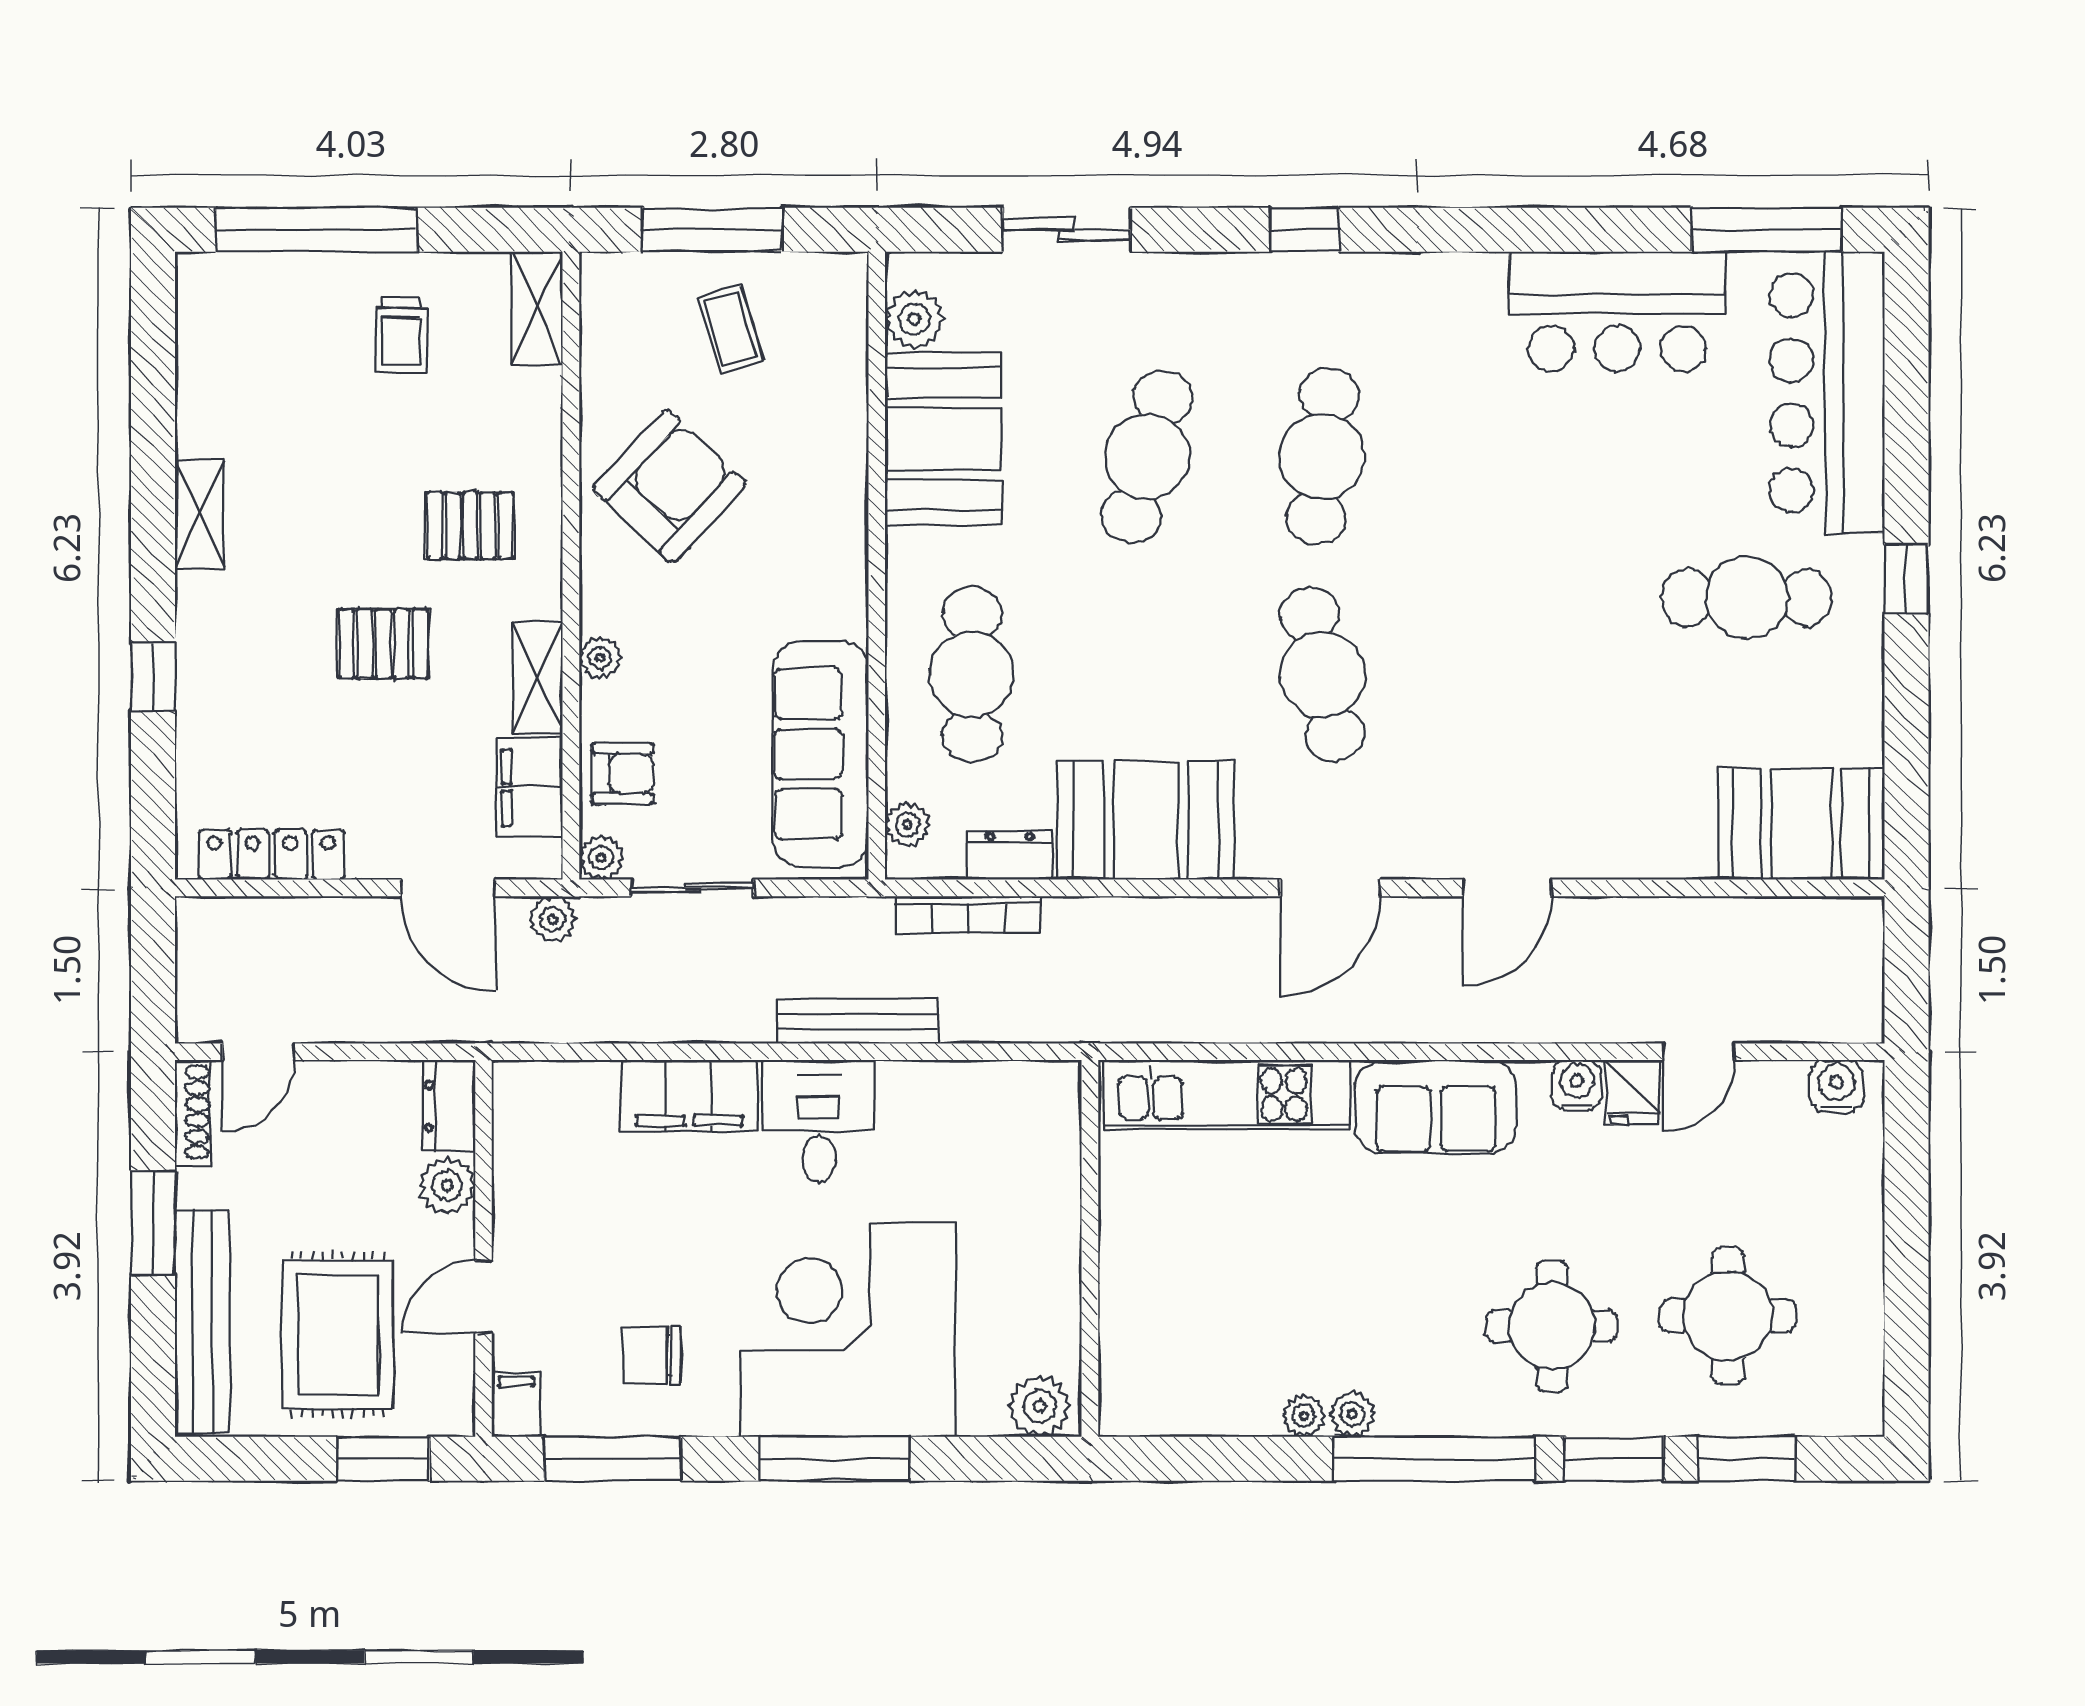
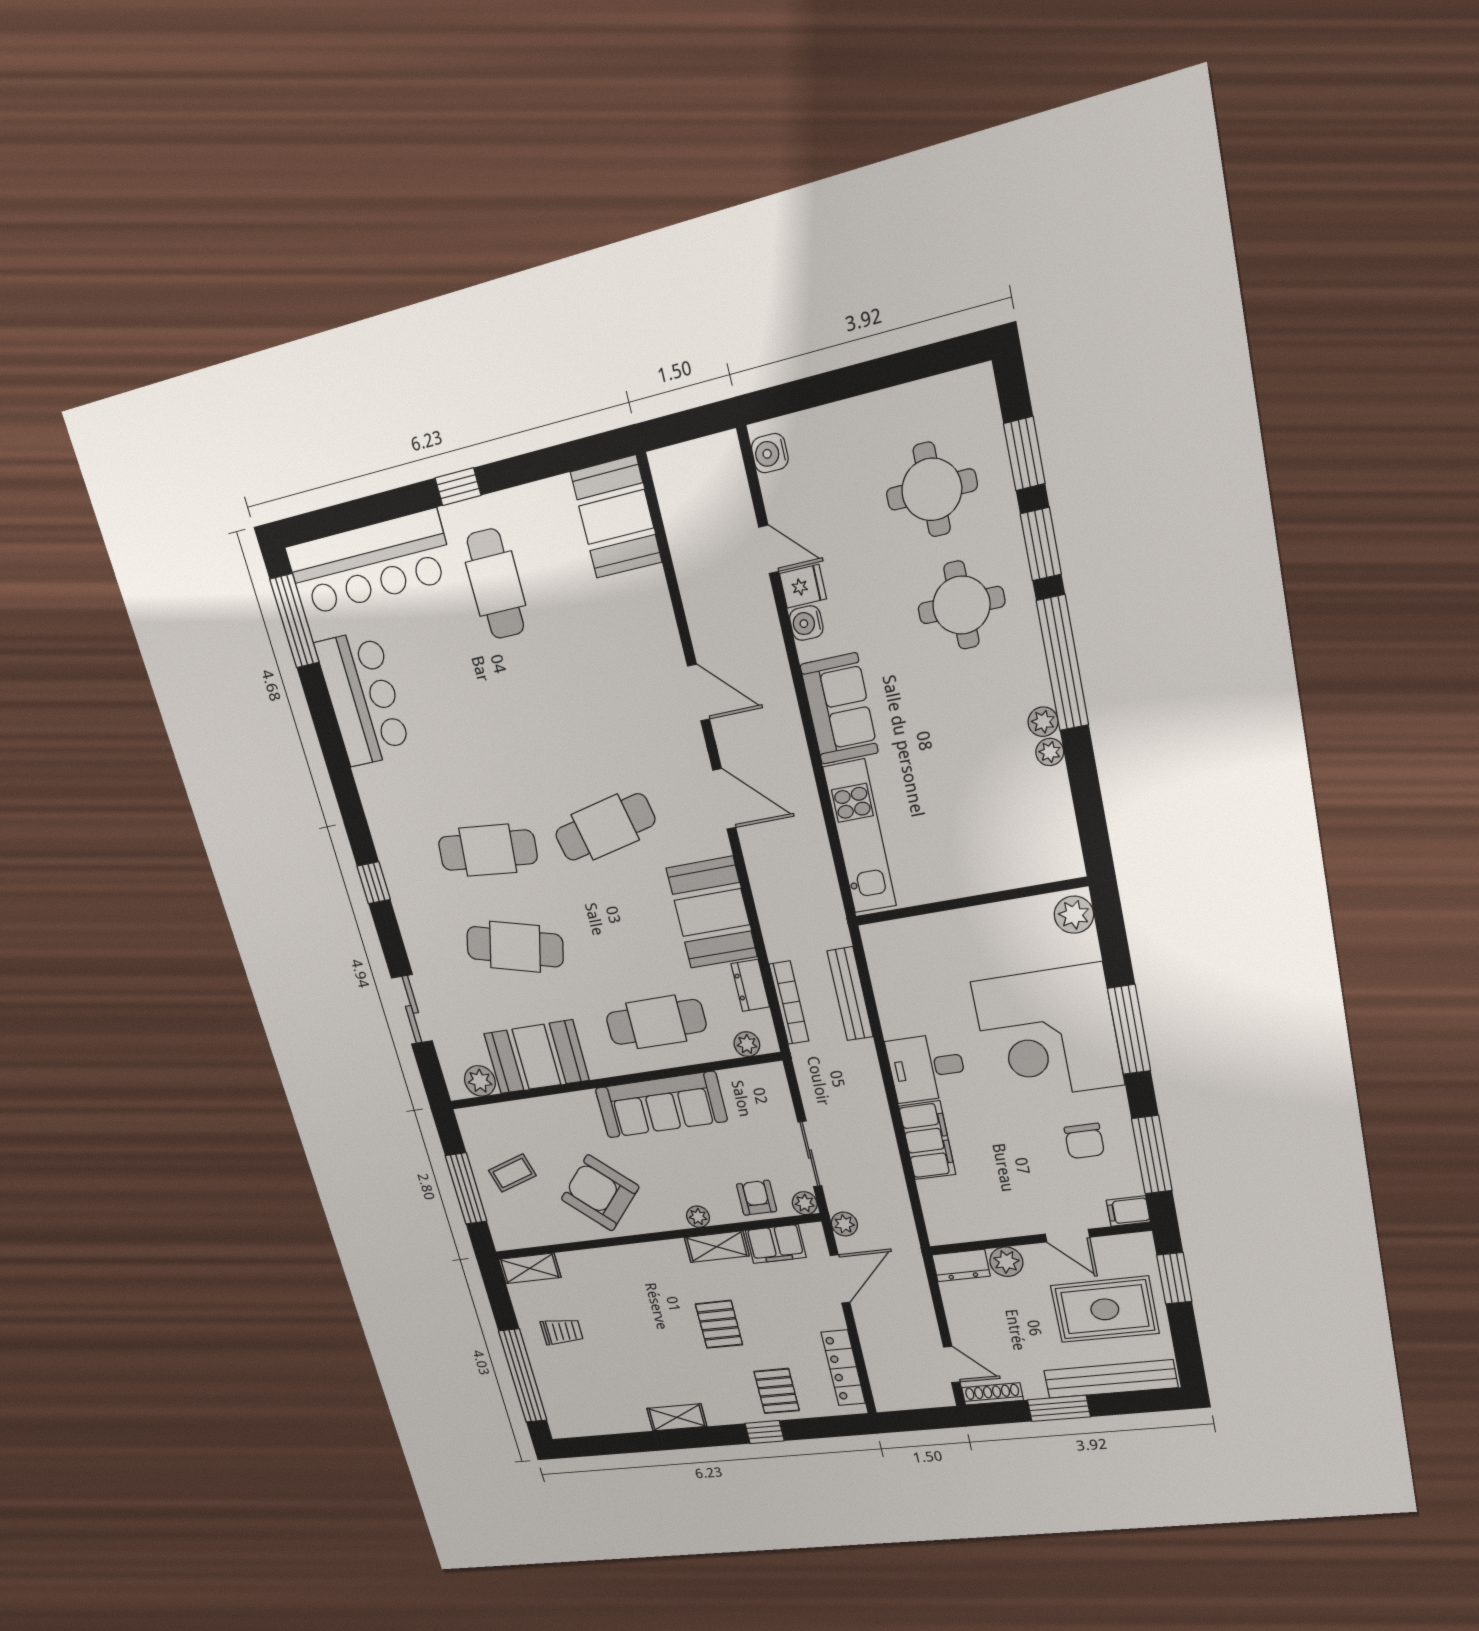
pallet: (470, 525) -> (777, 1391), moved
sofa: (821, 754) -> (661, 1105), moved
bench: (858, 1021) -> (850, 994), moved

